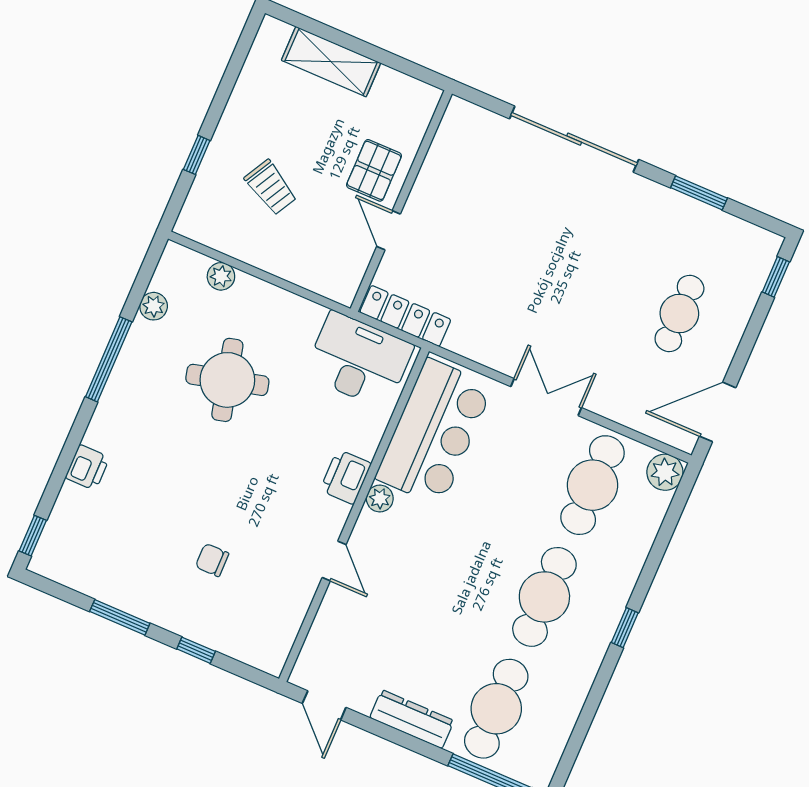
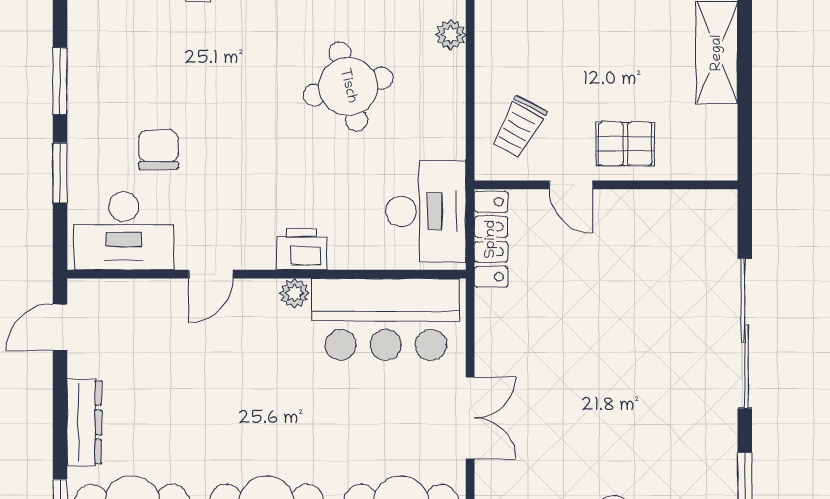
trolley: (271, 187) -> (519, 127), moved
door: (389, 230) -> (571, 185), swing flipped
chair: (212, 560) -> (159, 150), width x1.37, depth x1.37
desk: (267, 618) -> (124, 231), added
window: (196, 650) -> (60, 173), width x1.50

